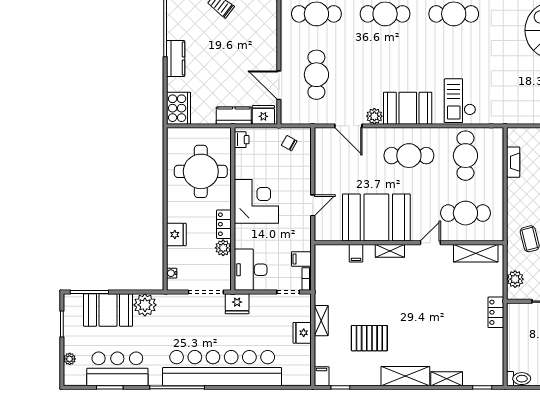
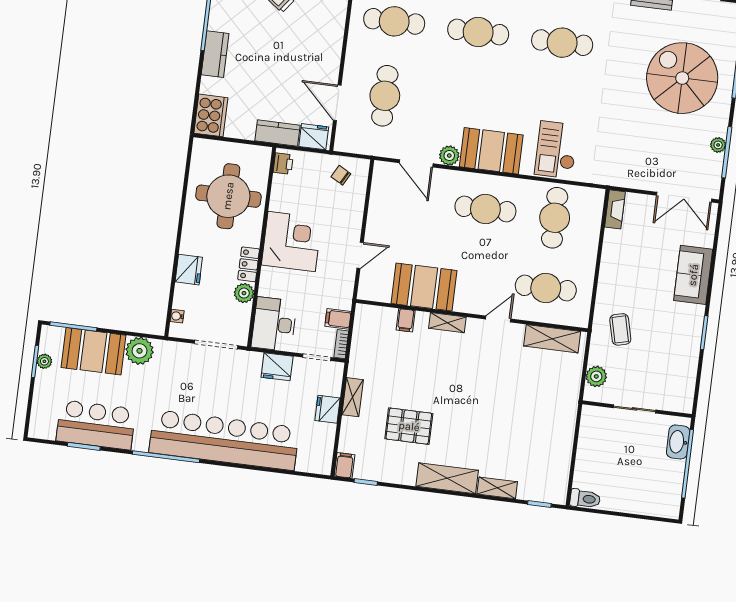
fireplace: (513, 162) -> (615, 209), moved
booth: (376, 218) -> (424, 287), width x0.73, depth x0.70
fridge: (237, 304) -> (277, 367), moved
locker: (496, 312) -> (568, 414), removed
plant: (70, 359) -> (44, 361), moved

